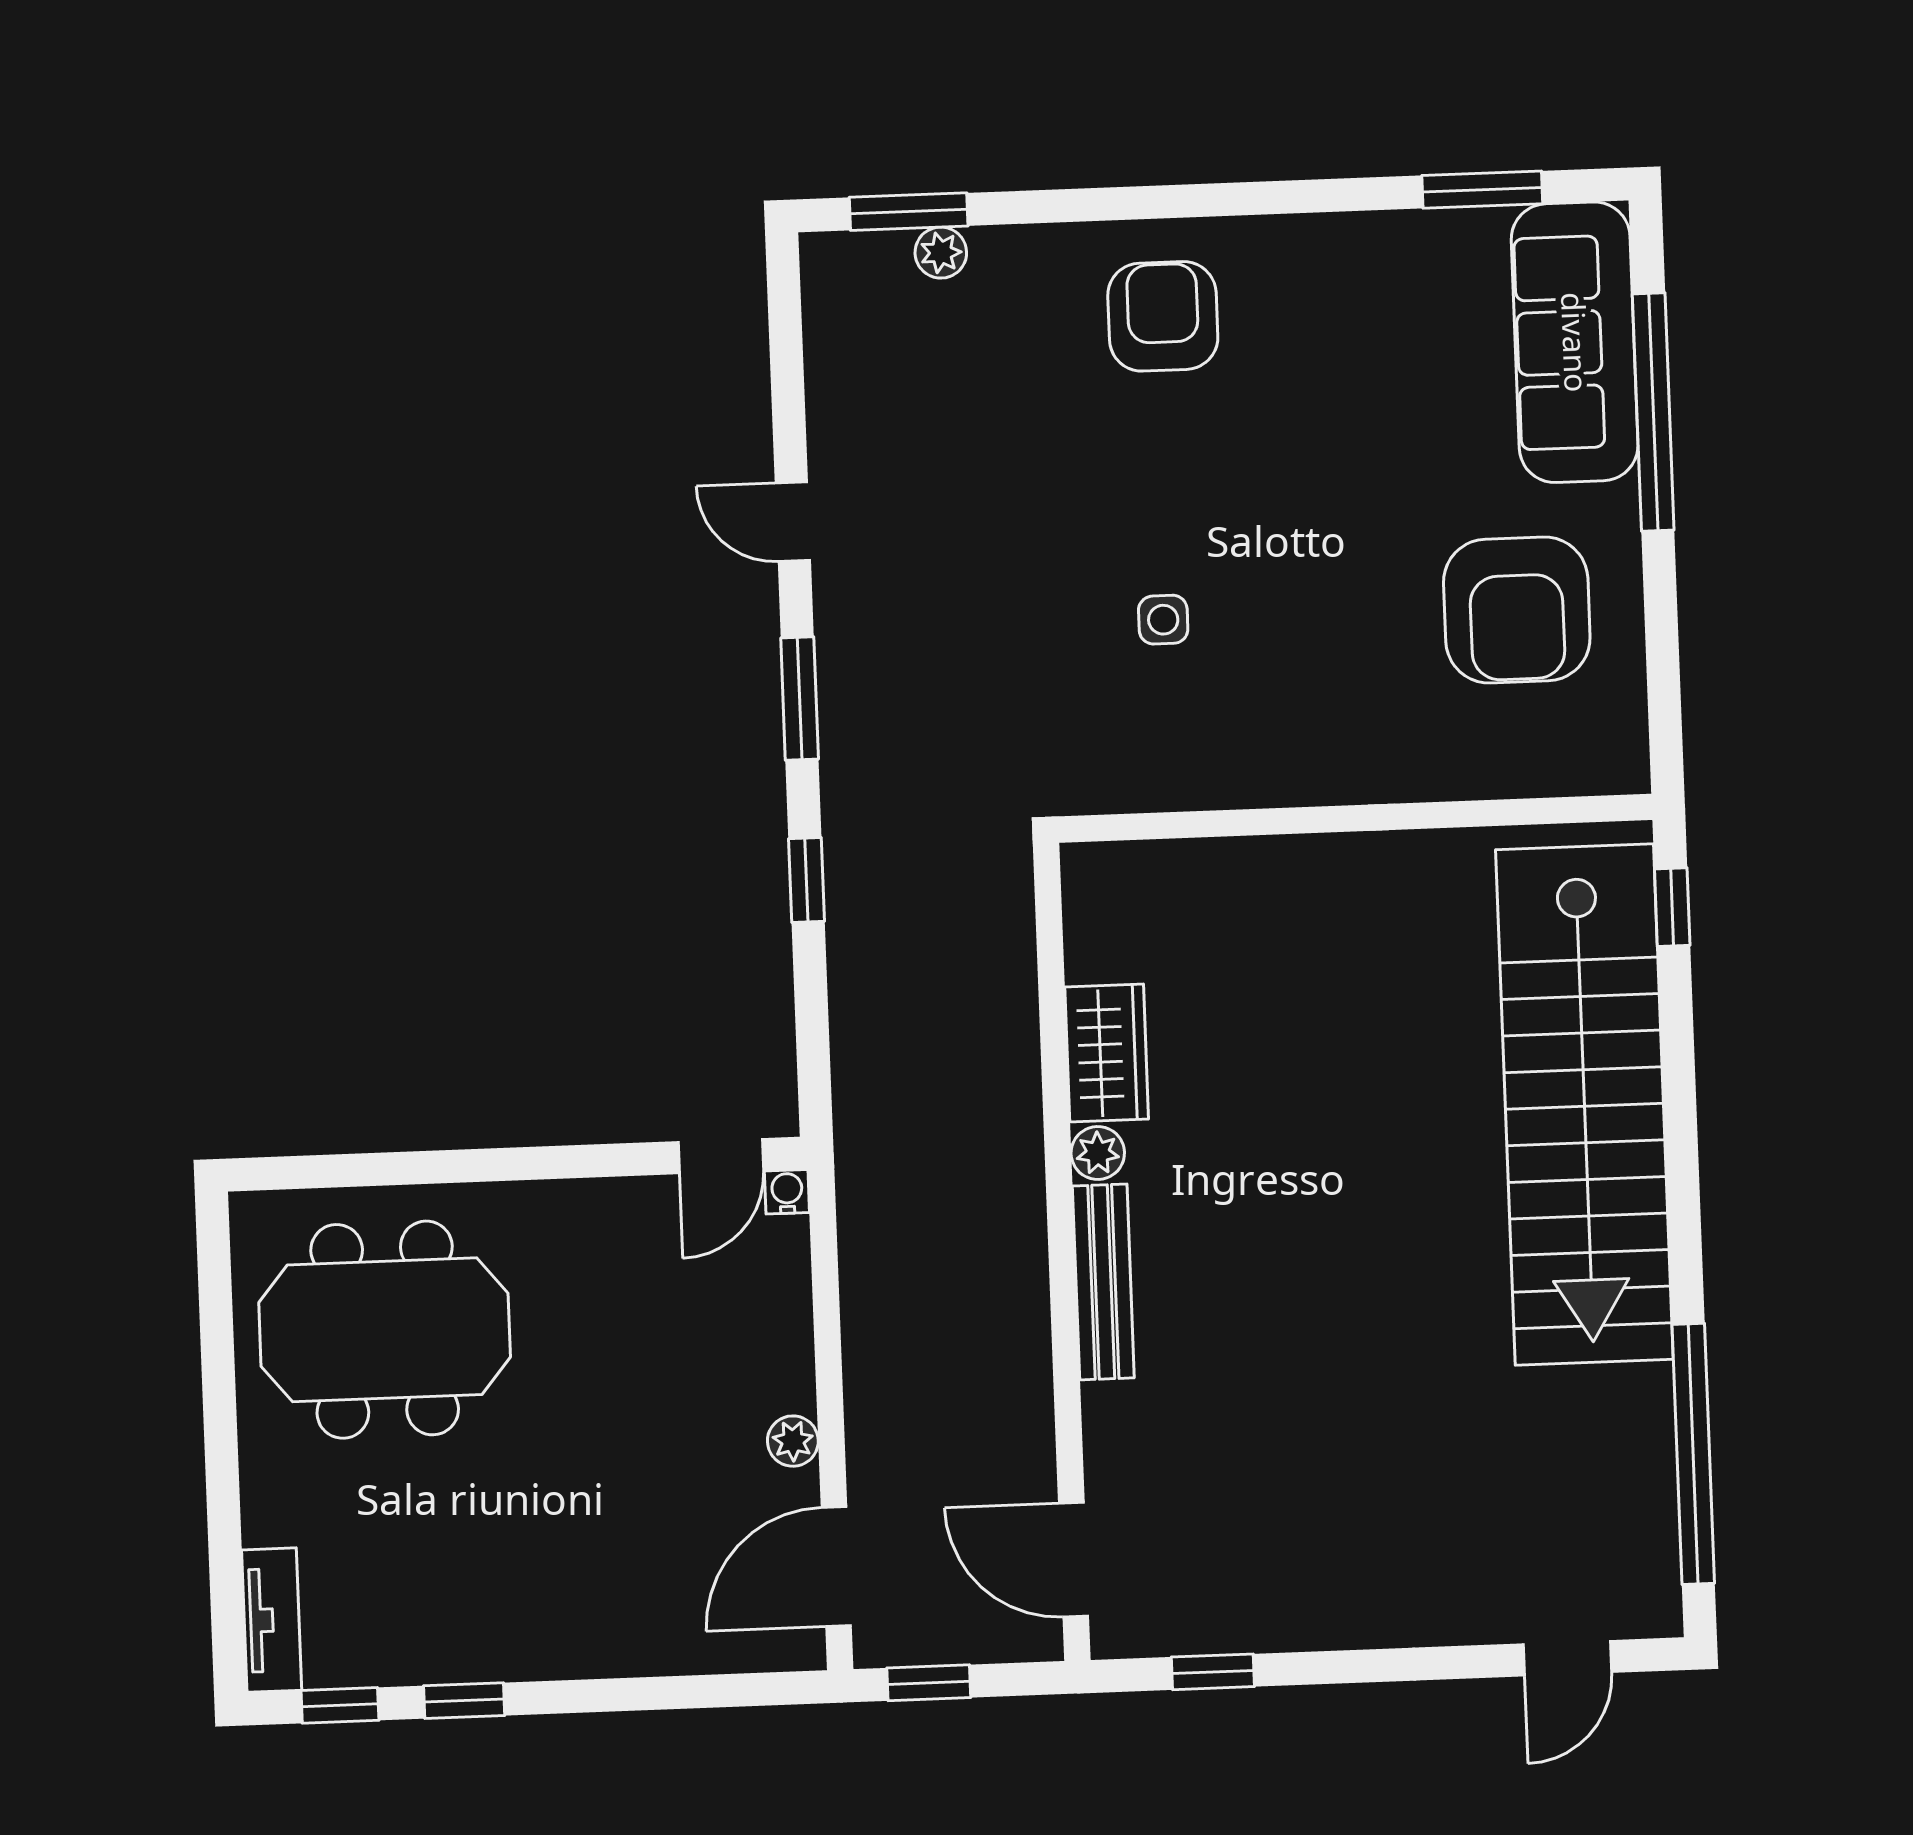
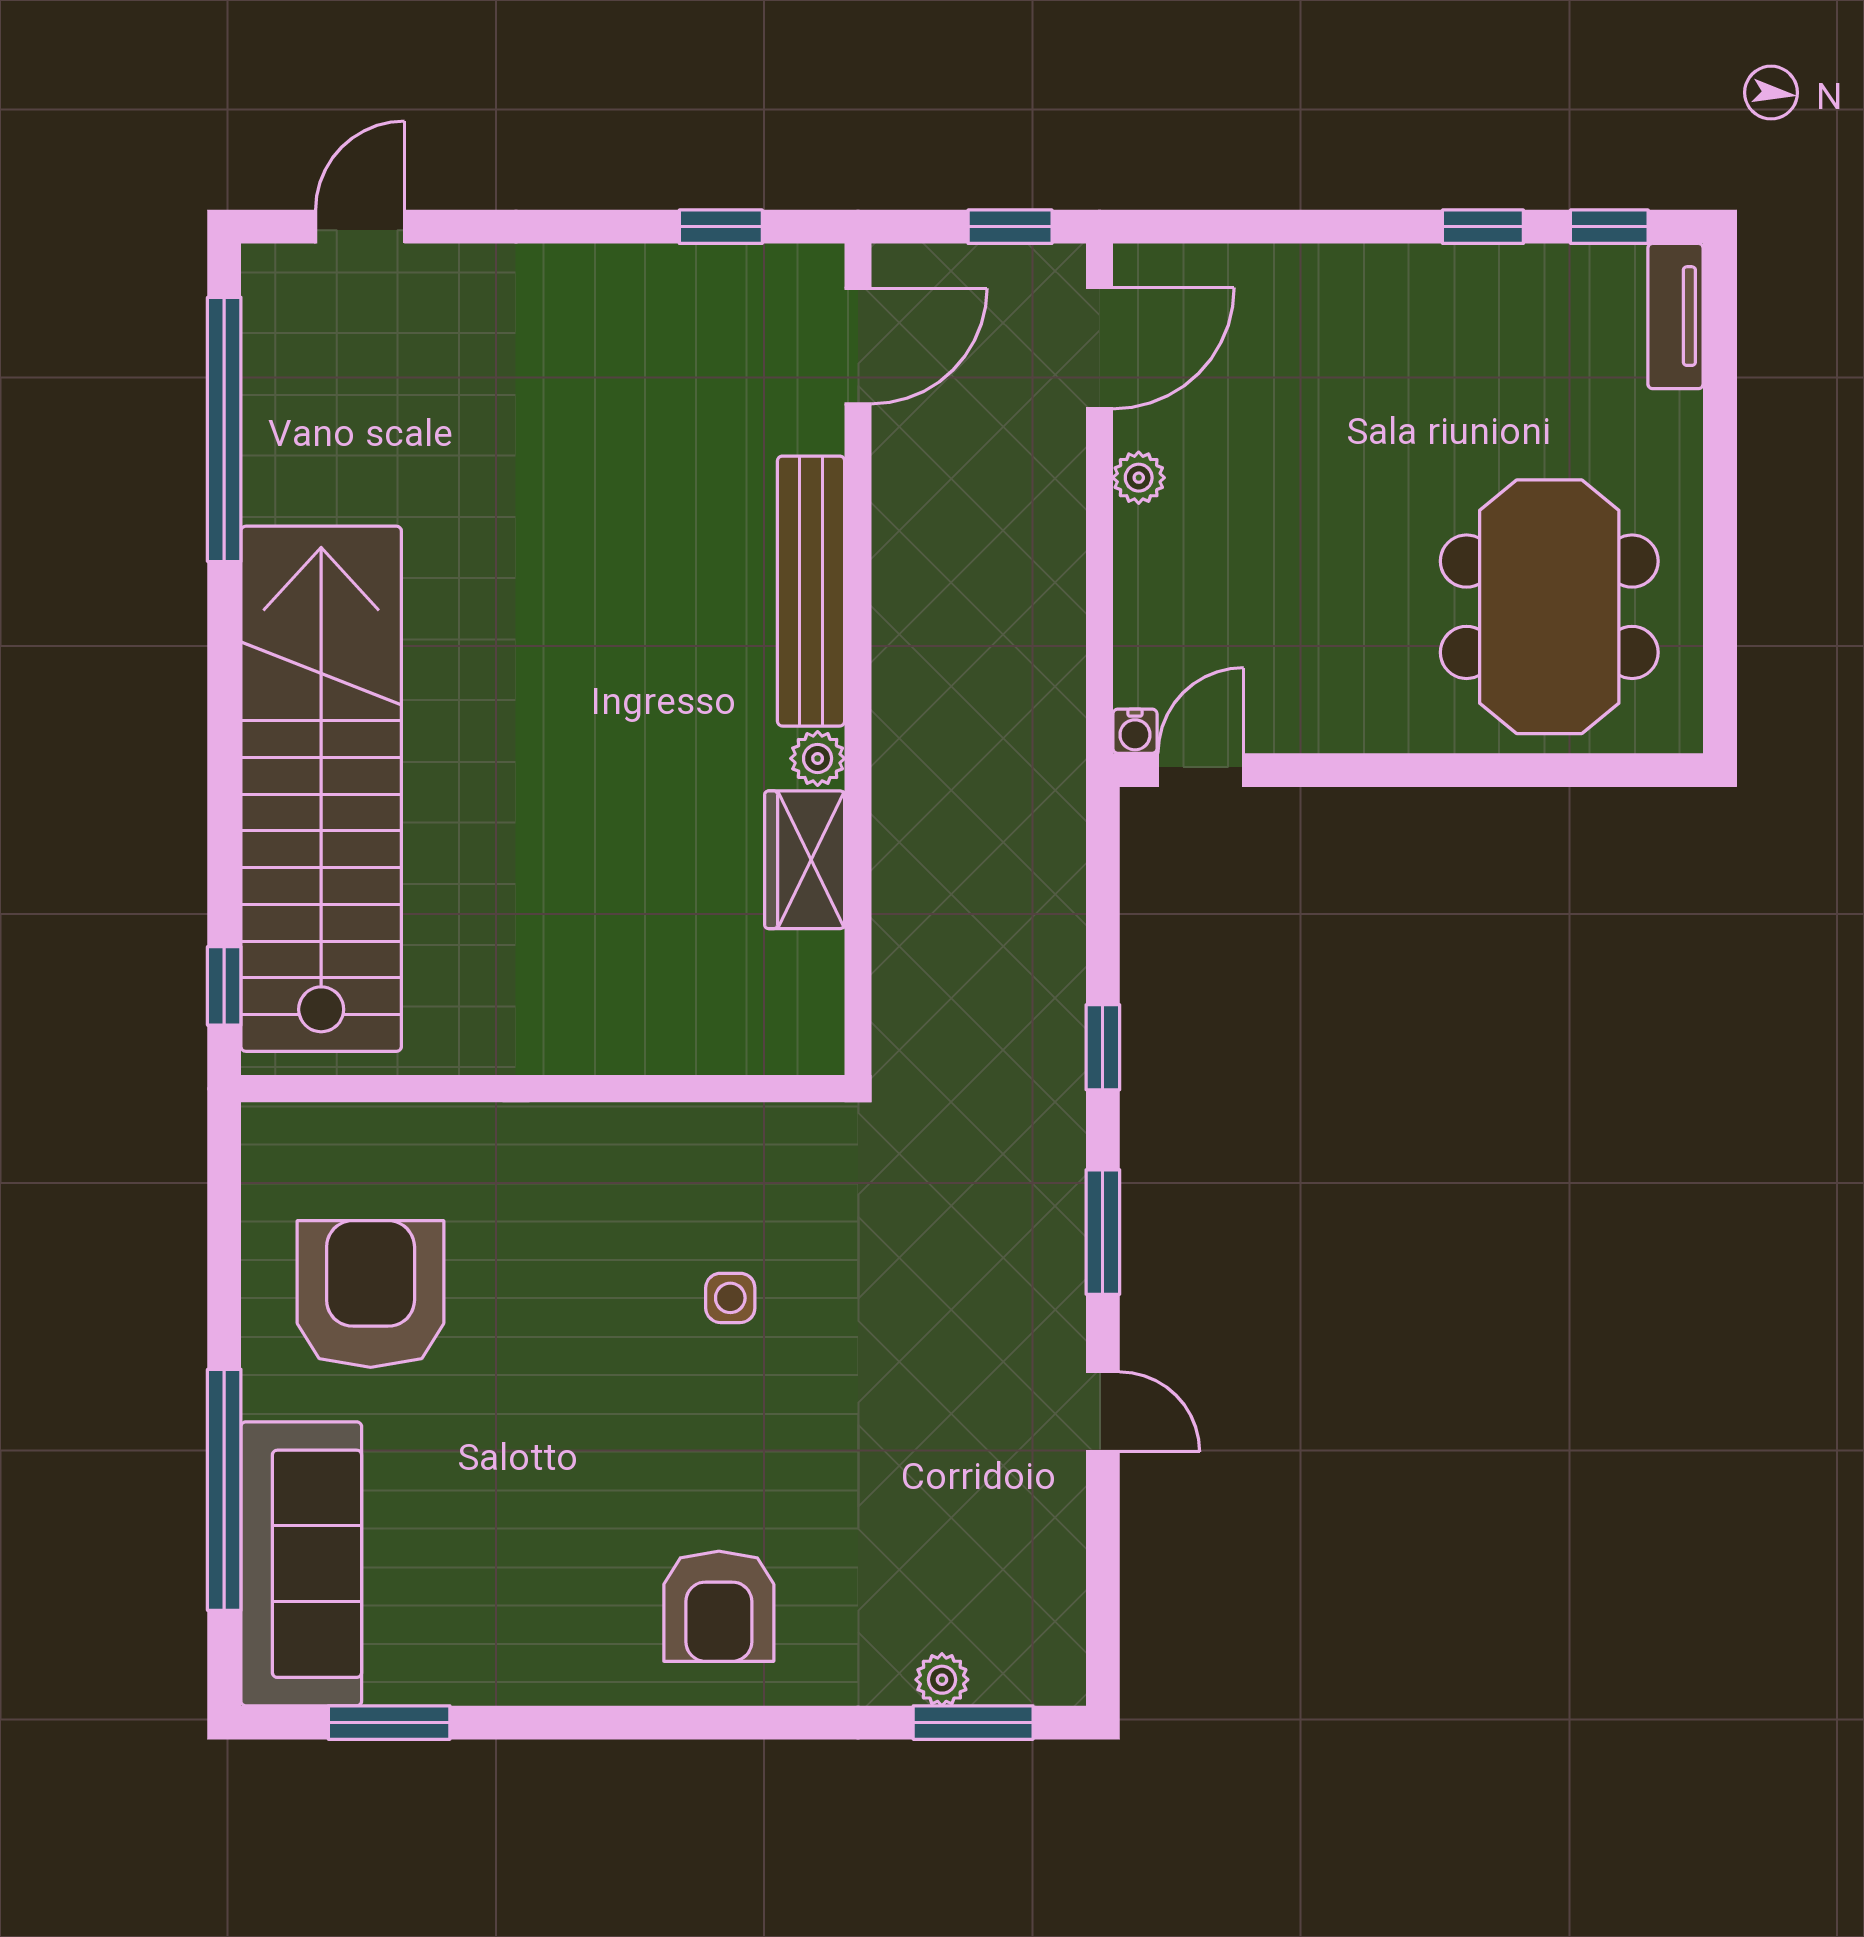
bench: (1103, 1282) -> (811, 591), width x1.37, depth x1.21
meeting table: (385, 1330) -> (1549, 607), turned 90
door: (1074, 1560) -> (858, 346), hinge flipped

